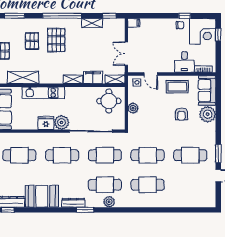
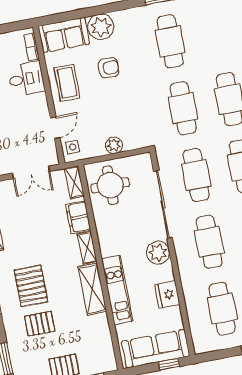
pallet: (56, 40) -> (31, 286), turned 90
shelving: (23, 77) -> (92, 289), moved
fridge: (46, 123) -> (167, 295), moved

